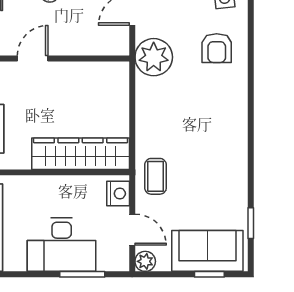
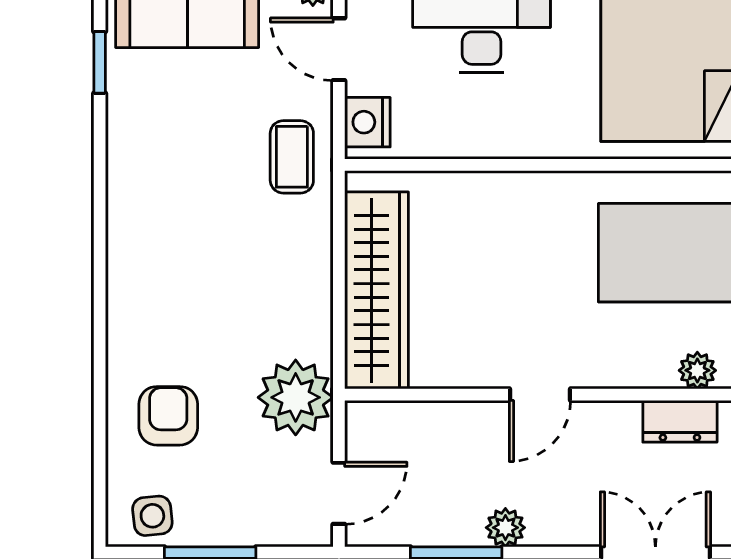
wardrobe: (81, 154) -> (377, 290), moved, turned -90

